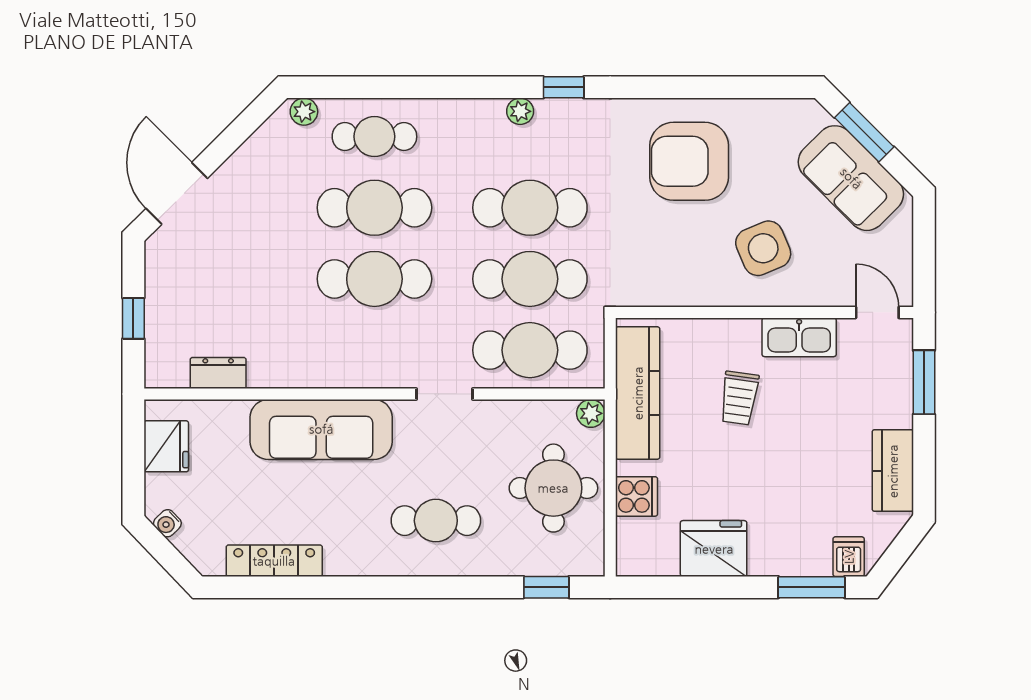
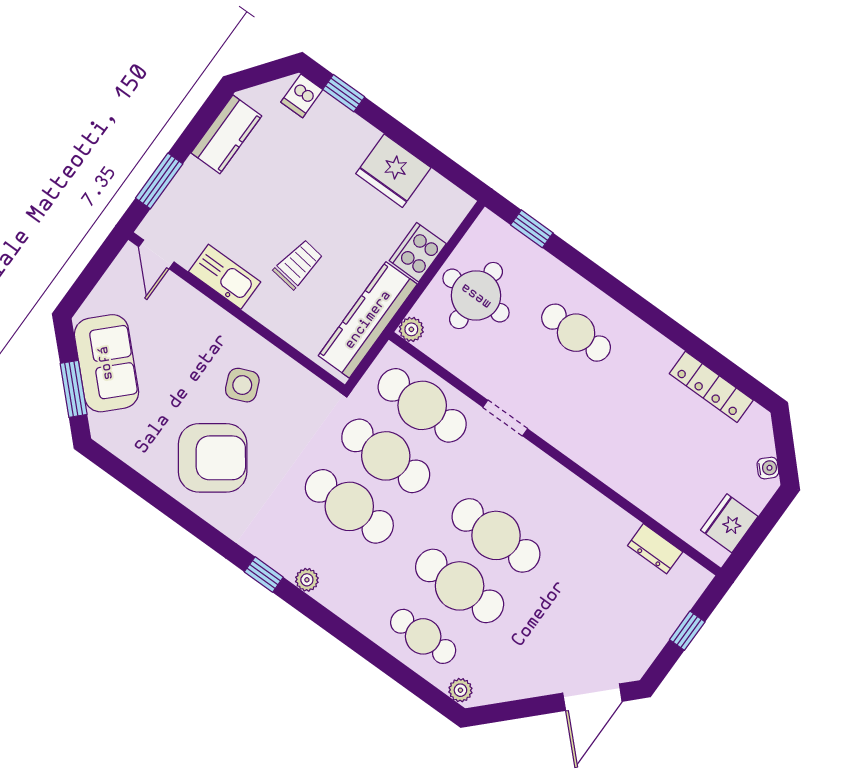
armchair: (689, 161) -> (213, 458), turned -36
side table: (763, 248) -> (242, 385), moved, width x0.73, depth x0.73
sofa: (321, 429) -> (611, 456), removed
cooker: (636, 496) -> (418, 252), width x1.36
window: (812, 587) -> (344, 93), width x0.67

